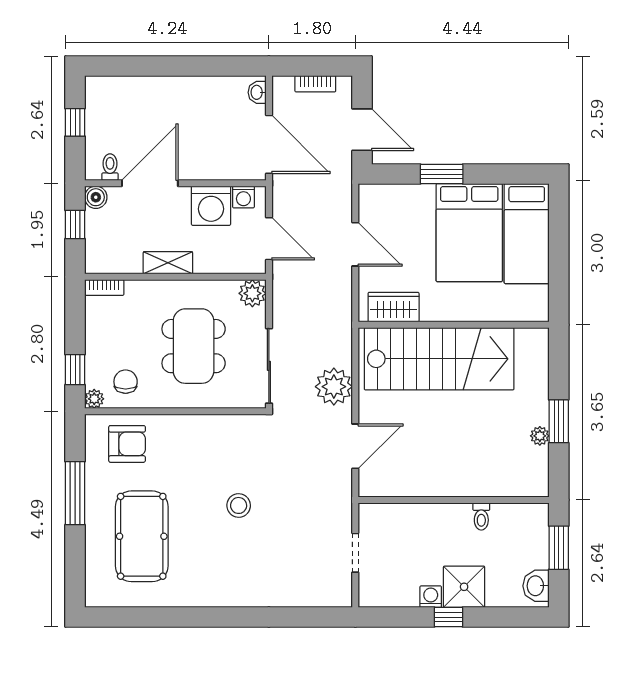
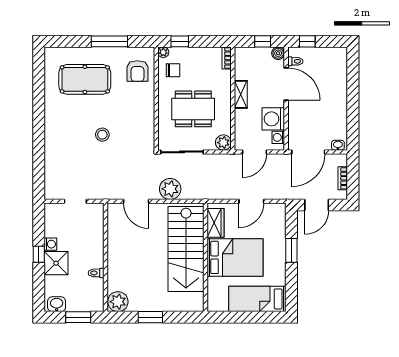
window: (75, 122) -> (307, 41), moved
bed: (469, 233) -> (235, 257), moved, turned 180
plant: (540, 436) -> (118, 302), moved, width x1.88, depth x1.88

